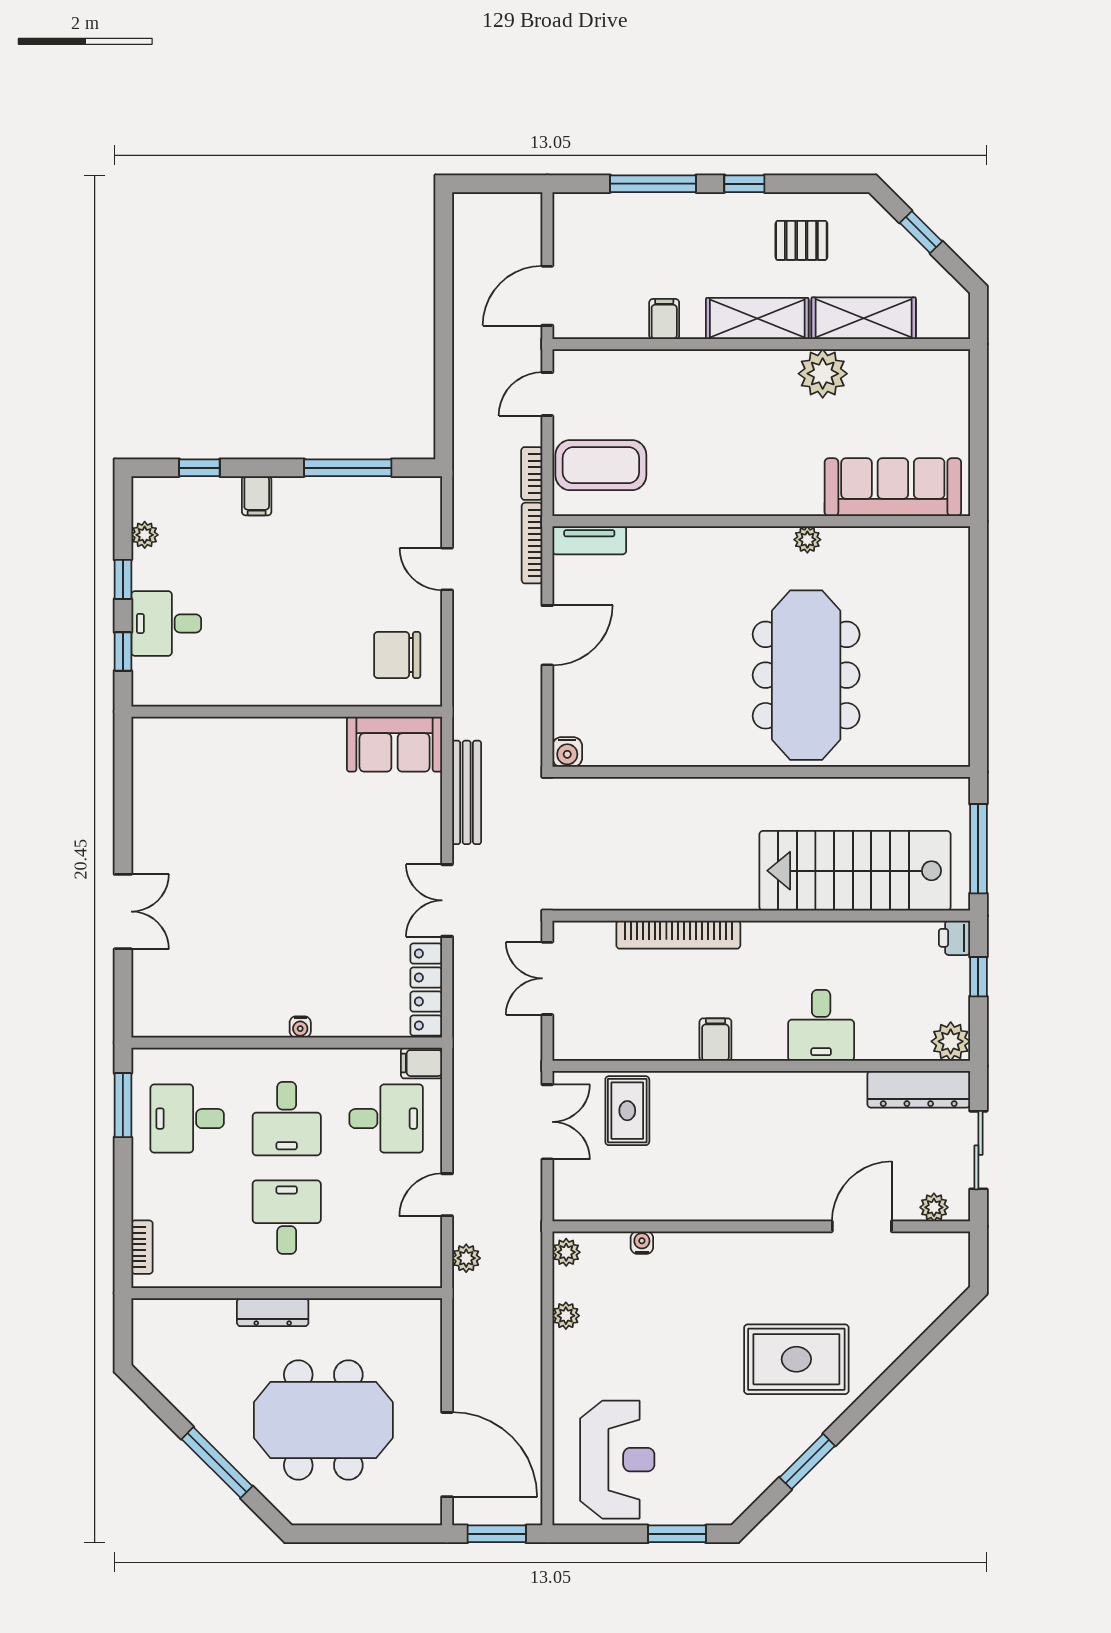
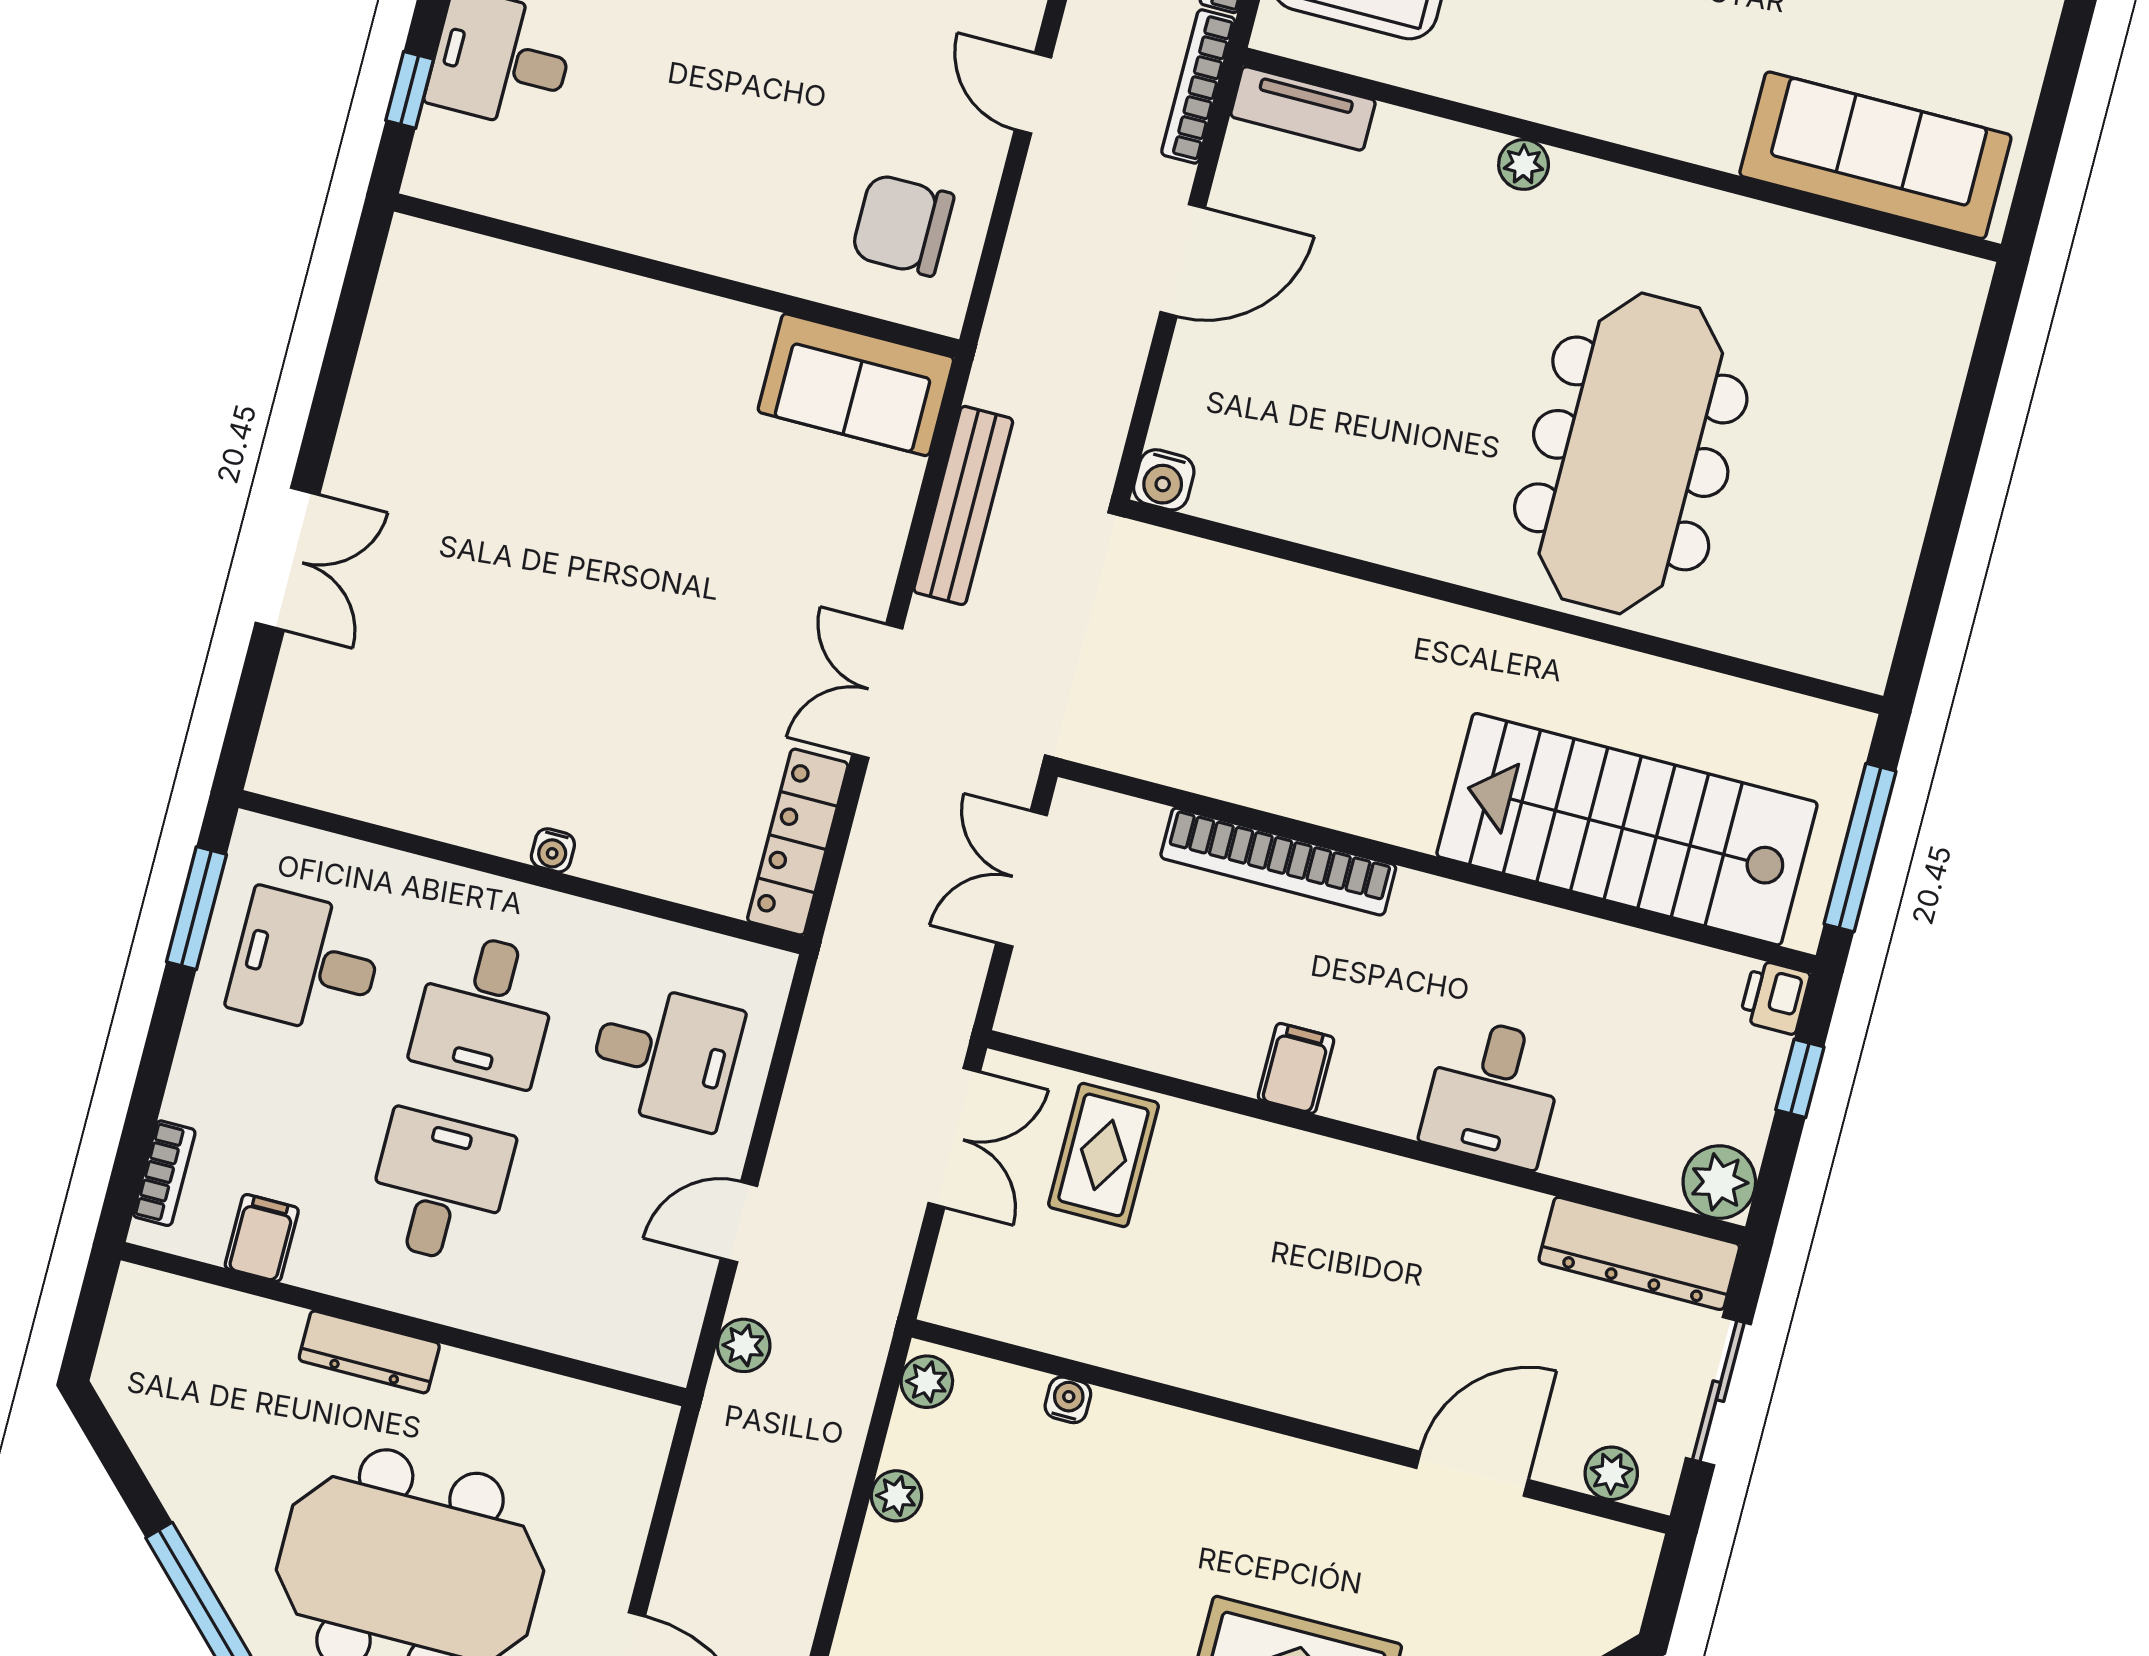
plant: (807, 540) -> (1524, 164), moved
filing cabinet: (421, 1063) -> (262, 1238), moved, turned 90

